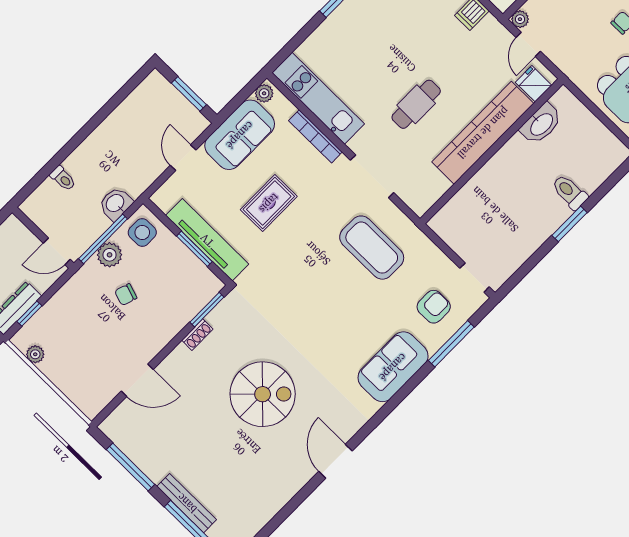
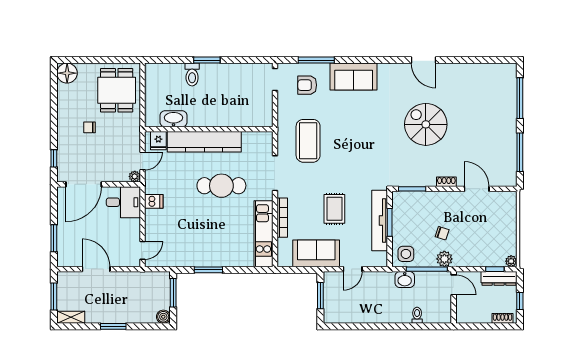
plant: (264, 93) -> (286, 261), removed
cafe table: (416, 104) -> (221, 186), width x1.37, depth x1.35
rug: (269, 203) -> (334, 209), turned 90
plant: (110, 255) -> (444, 259), moved
shoe rack: (197, 335) -> (446, 182), moved
plant: (35, 354) -> (511, 261), moved
door: (336, 461) -> (424, 60), hinge flipped
bench: (187, 503) -> (511, 110), removed

